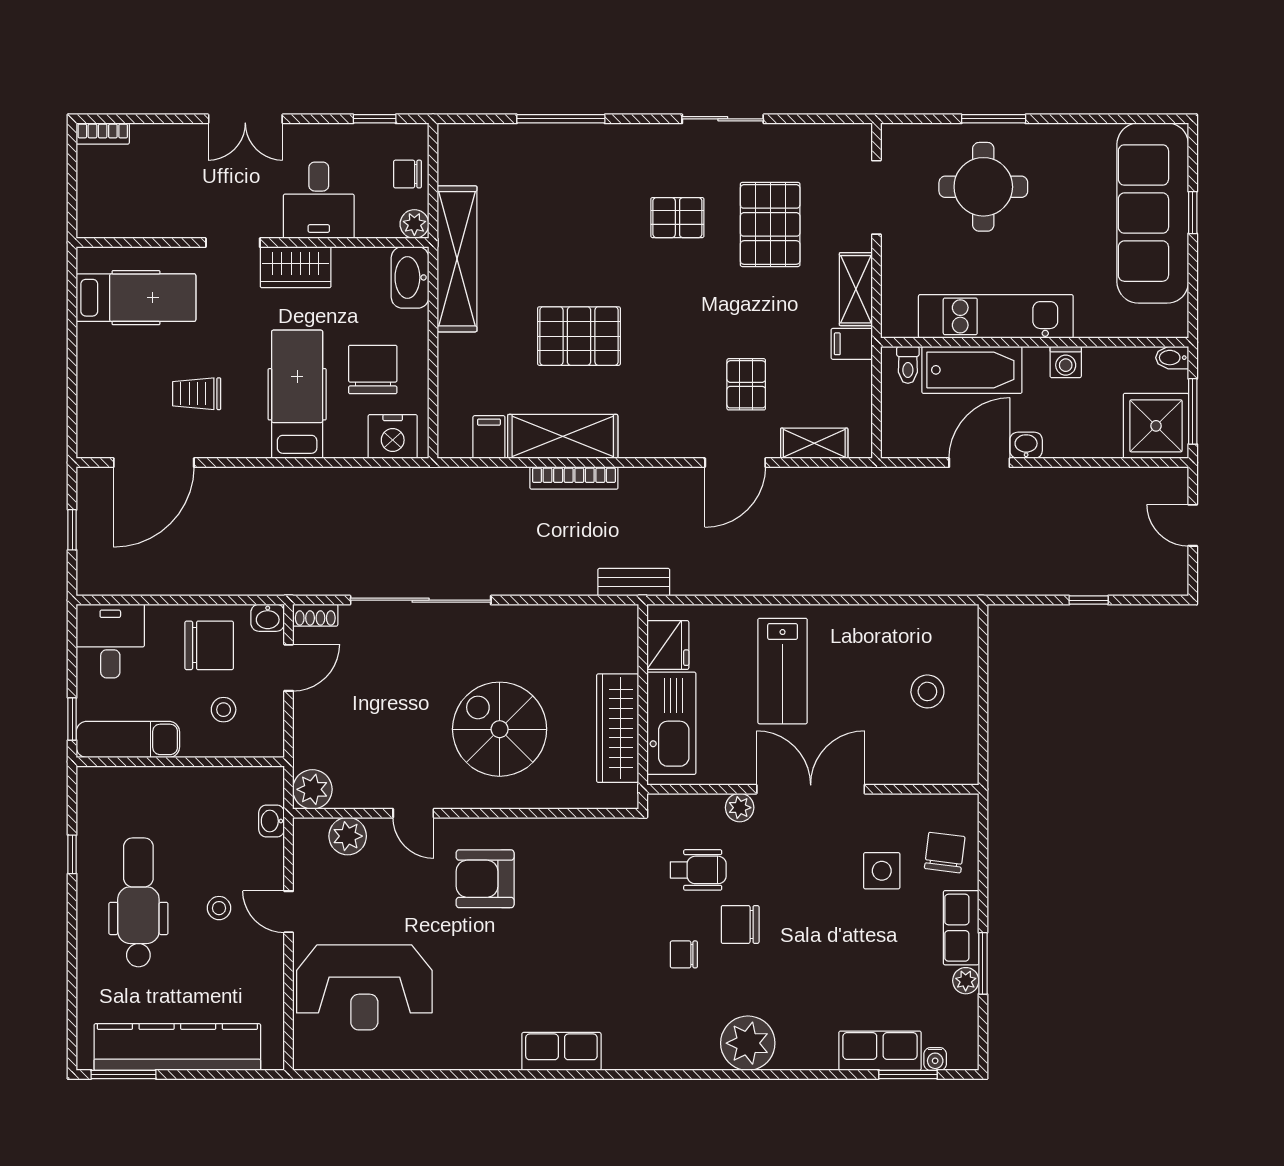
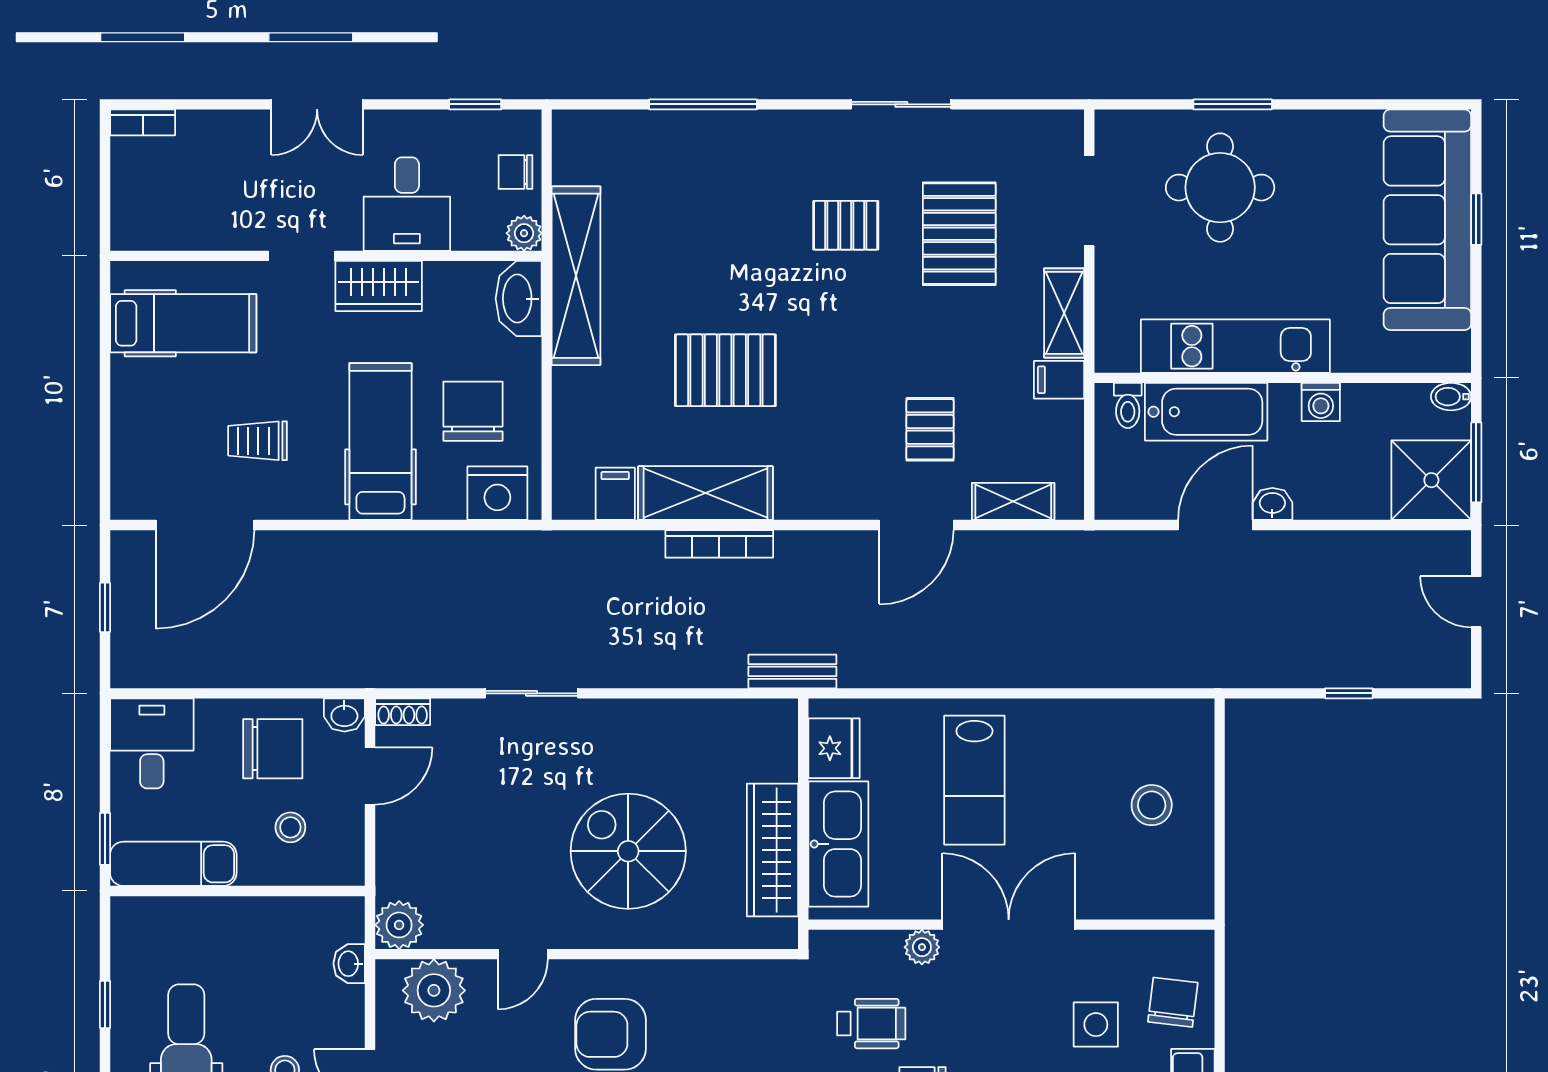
sliding door: (421, 600) -> (531, 693), width x0.54
door: (413, 813) -> (523, 954), hinge flipped
plant: (348, 836) -> (434, 990), width x1.36, depth x1.36

